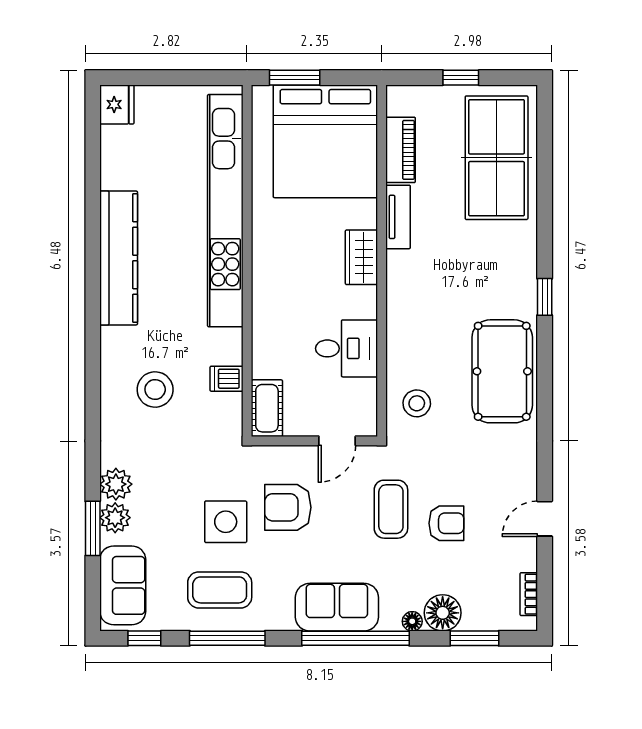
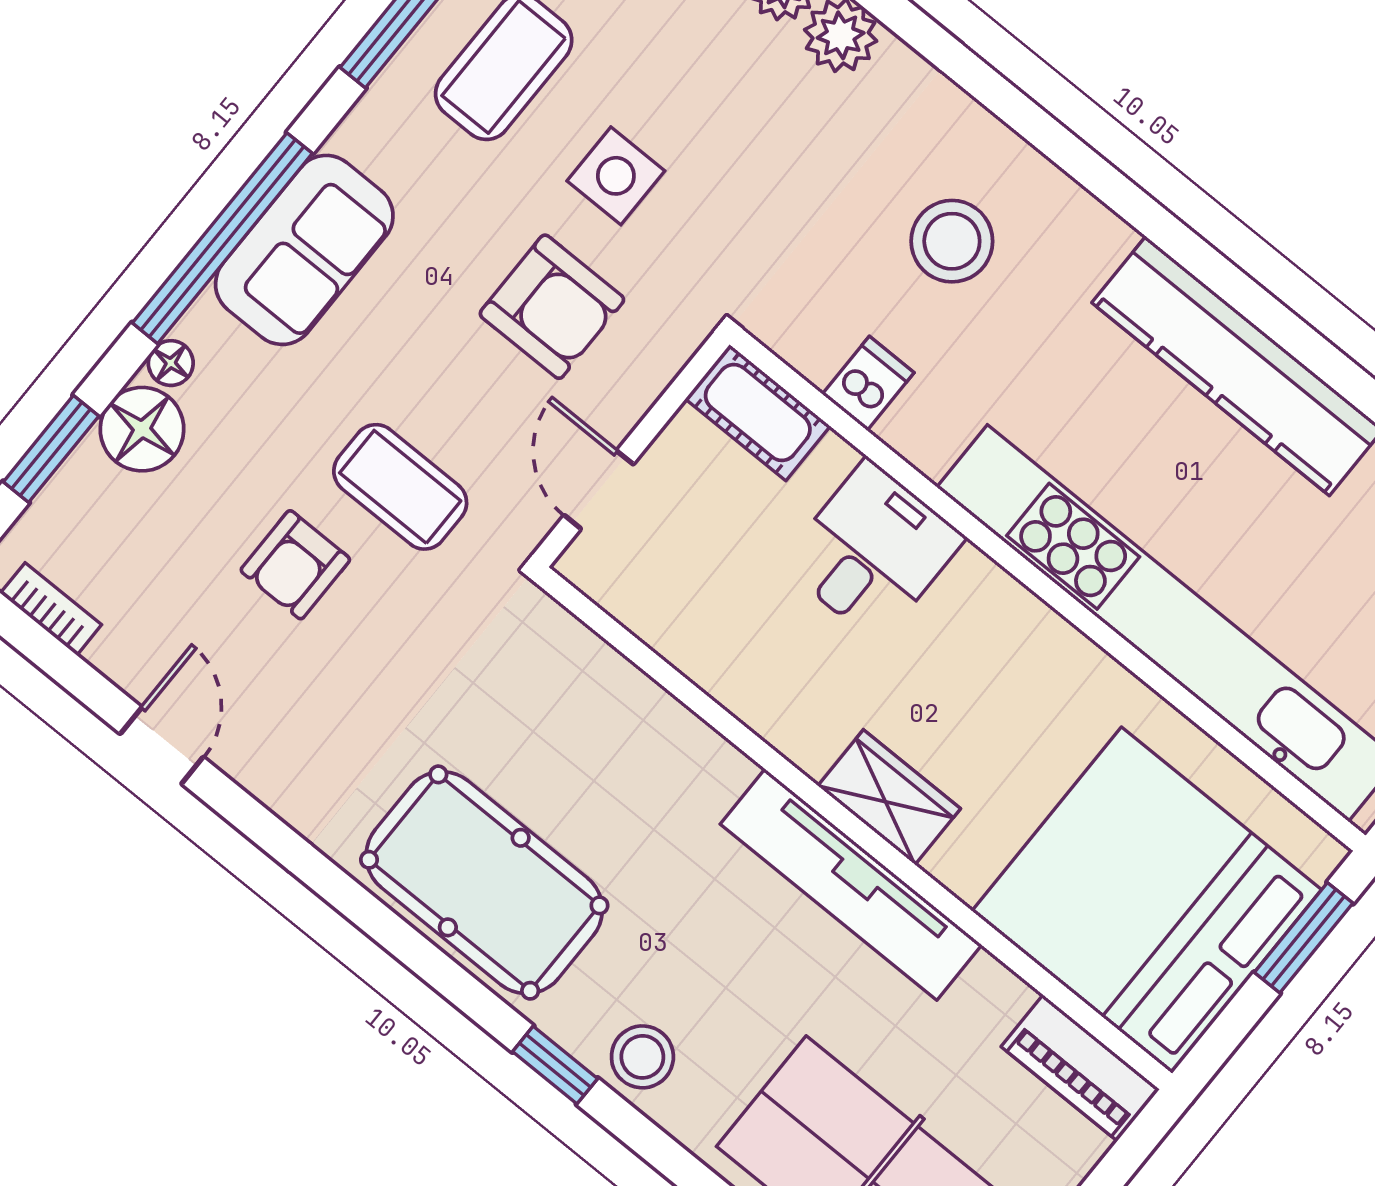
piano: (401, 150) -> (1080, 1068), moved
tv unit: (398, 217) -> (851, 884), width x1.92, depth x1.29
desk: (346, 348) -> (873, 551), moved, turned 180
stool: (417, 403) -> (642, 1057), moved
armchair: (288, 507) -> (552, 307), turned 90
side table: (226, 522) -> (616, 176), width x0.73, depth x0.73

